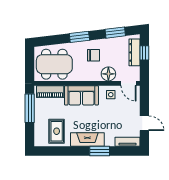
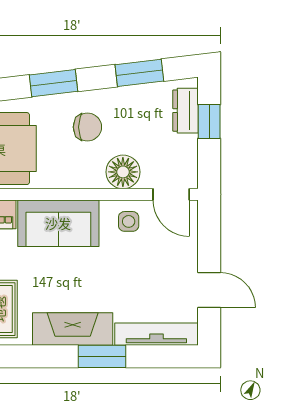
dresser: (135, 52) -> (185, 111), width x0.70
tv unit: (127, 142) -> (156, 334), width x1.41

